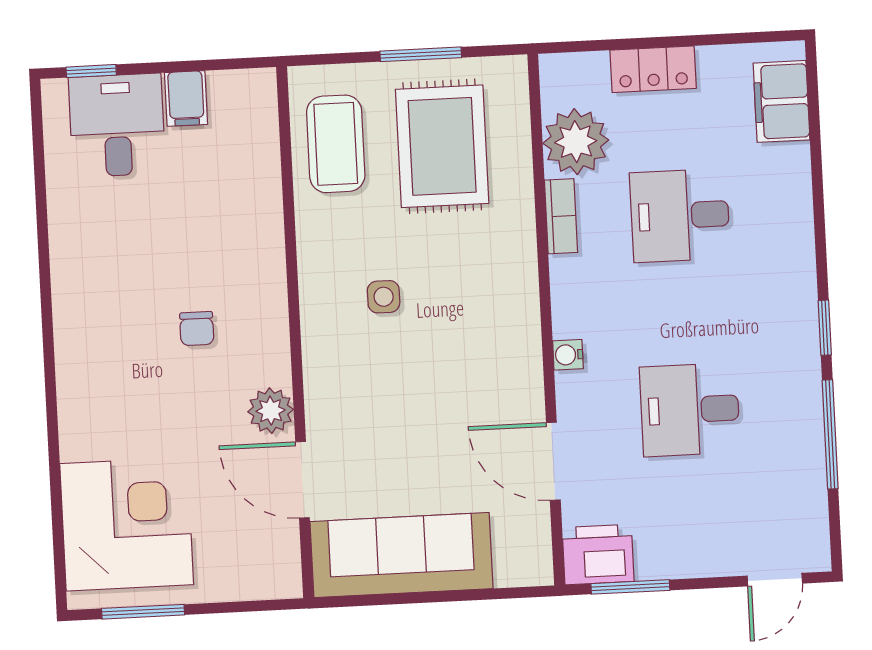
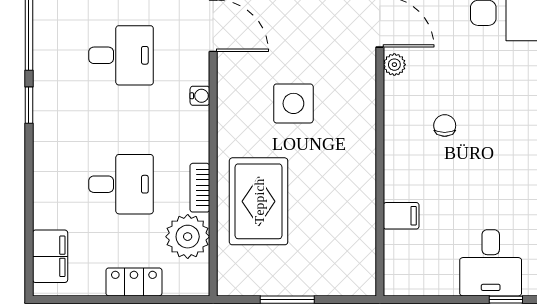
filing cabinet: (186, 98) -> (401, 216), moved, turned 90
coffee table: (336, 144) -> (347, 243), removed
rug: (442, 146) -> (259, 201), moved
side table: (384, 297) -> (293, 103), moved, width x1.87, depth x1.87
plant: (271, 411) -> (394, 65), width x0.73, depth x0.73

